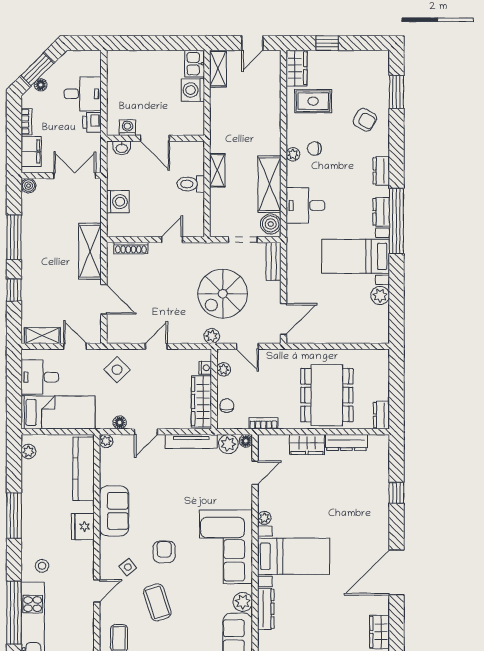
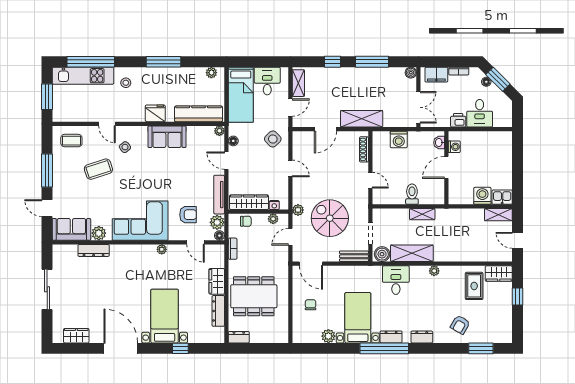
chair: (314, 149) -> (311, 305), moved
armchair: (164, 552) -> (188, 215), moved
bed with nightstands: (294, 556) -> (165, 316), moved, turned 180

